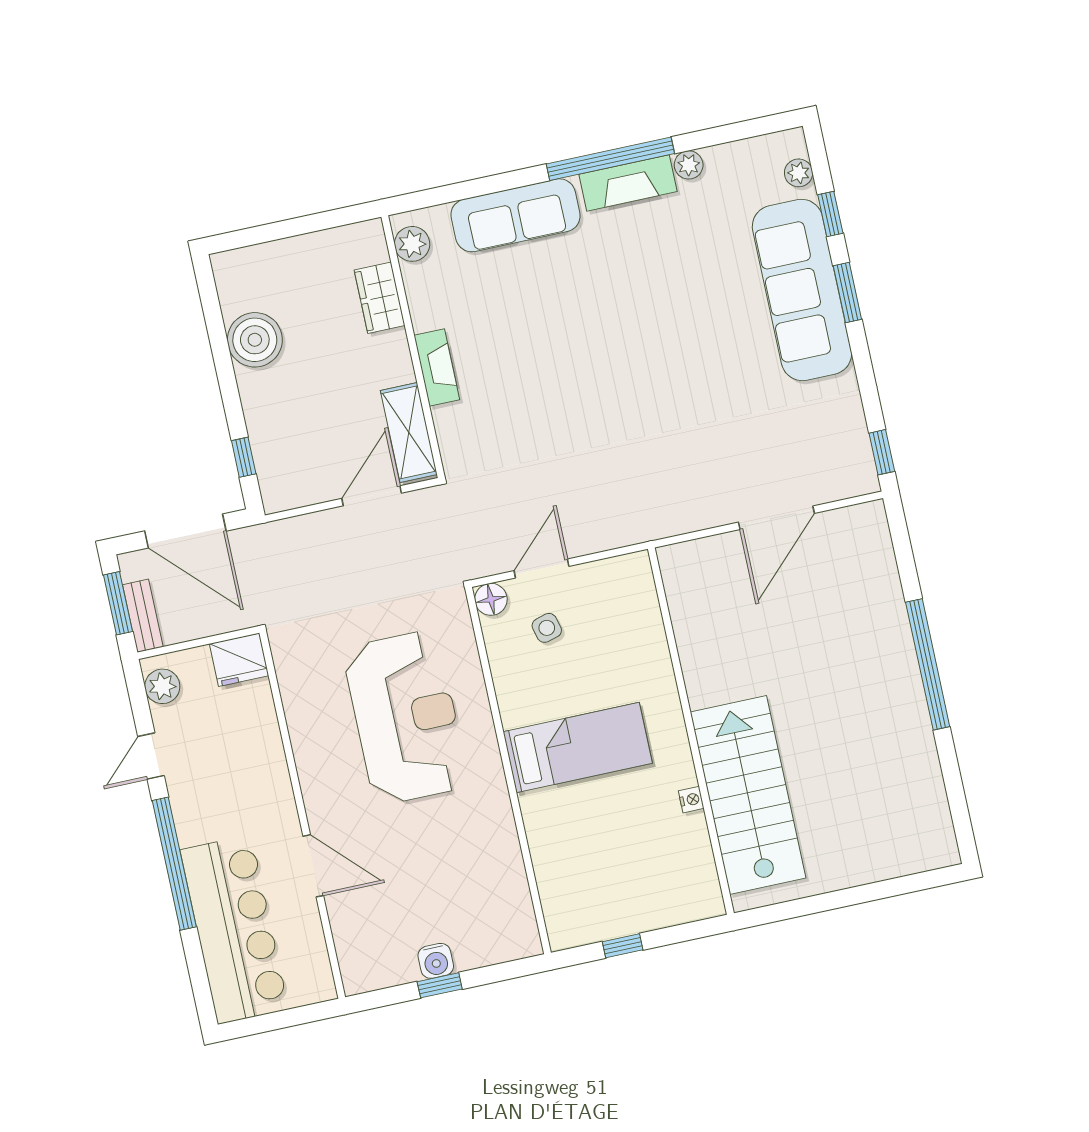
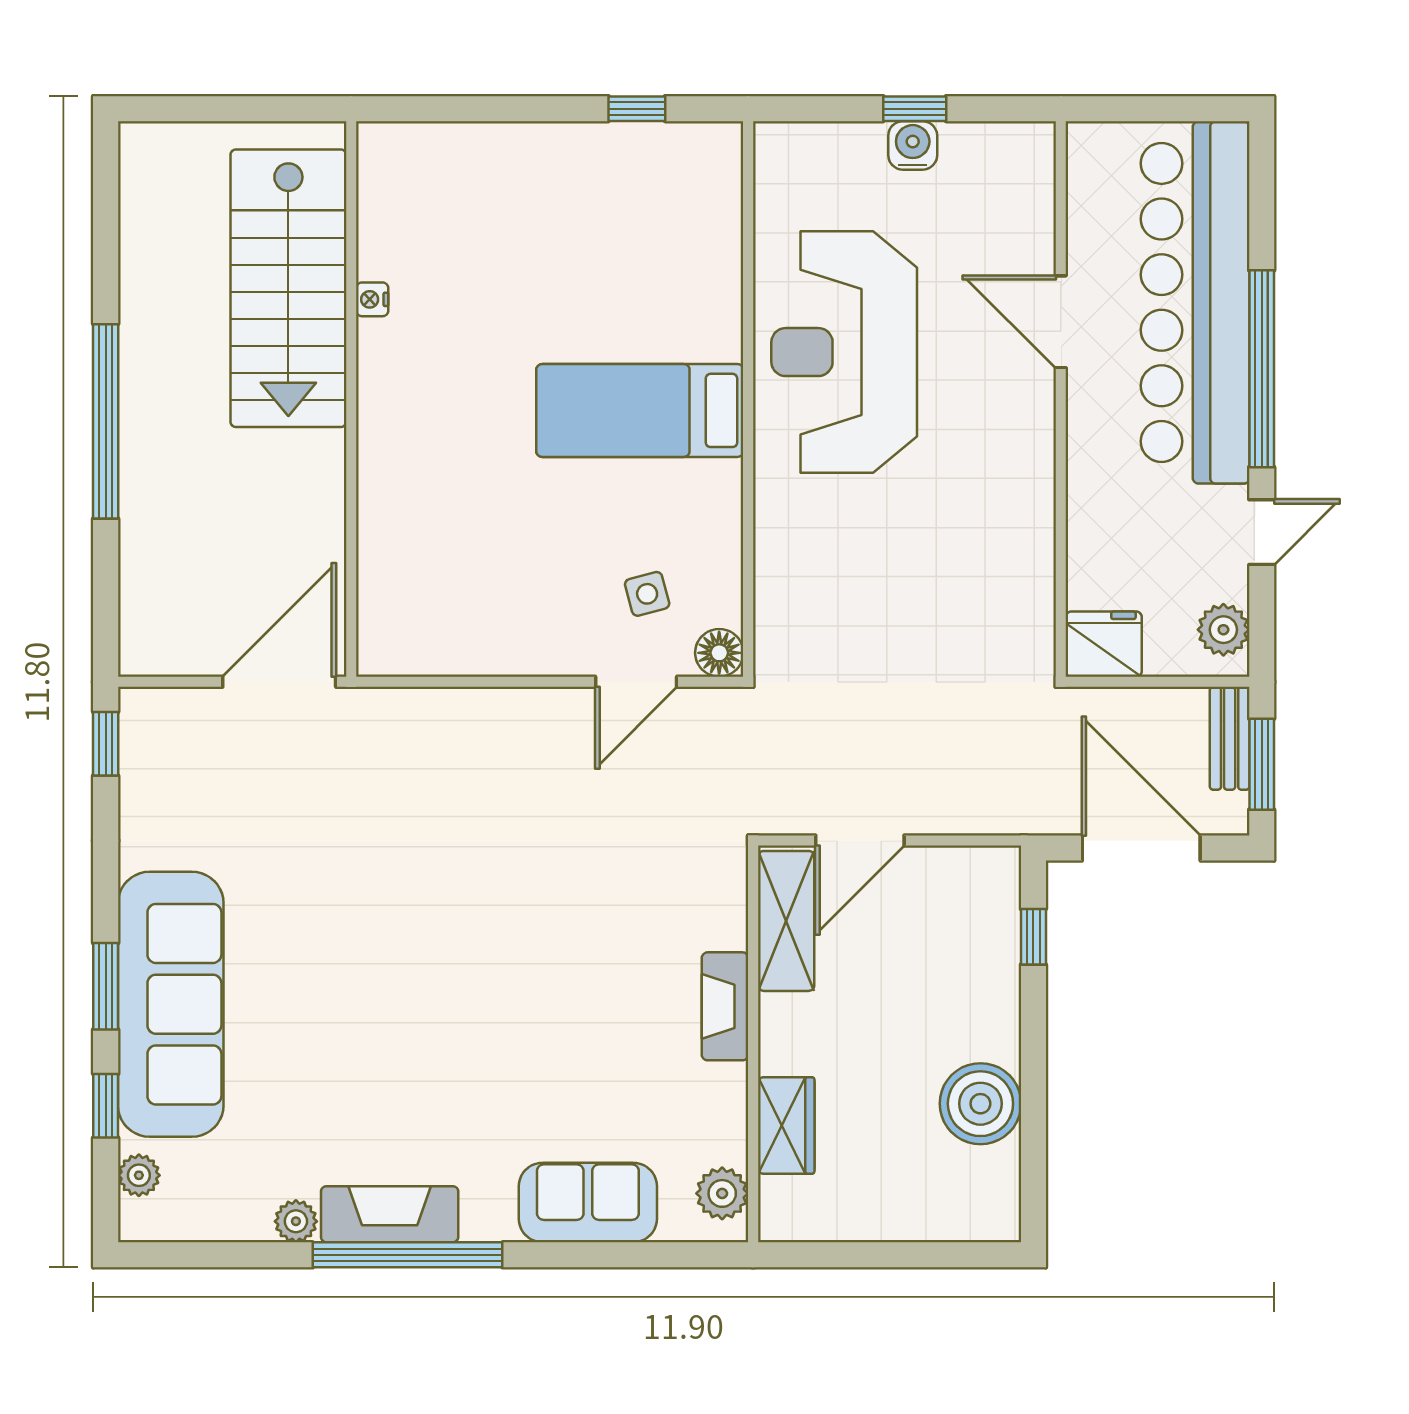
sofa: (516, 215) -> (588, 1203), width x0.73
reception desk: (406, 717) -> (844, 352), moved
wall: (691, 731) -> (351, 399), moved
stairs: (748, 795) -> (288, 288), moved
nightstand: (691, 800) -> (372, 299), moved
bar counter: (234, 930) -> (1195, 302), width x1.36

